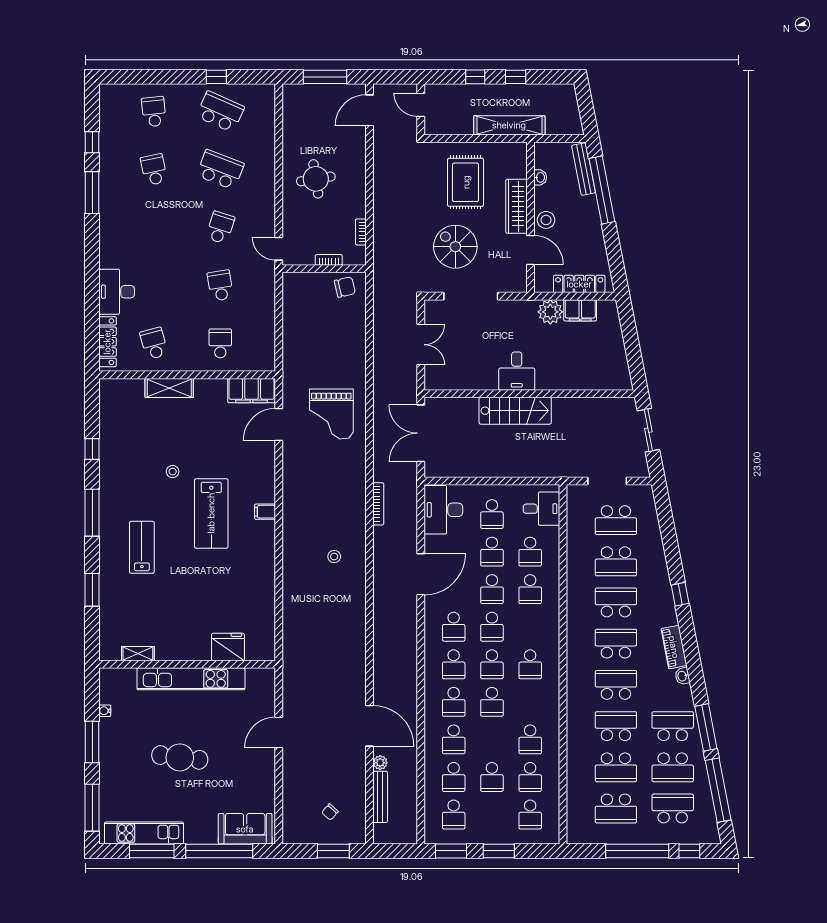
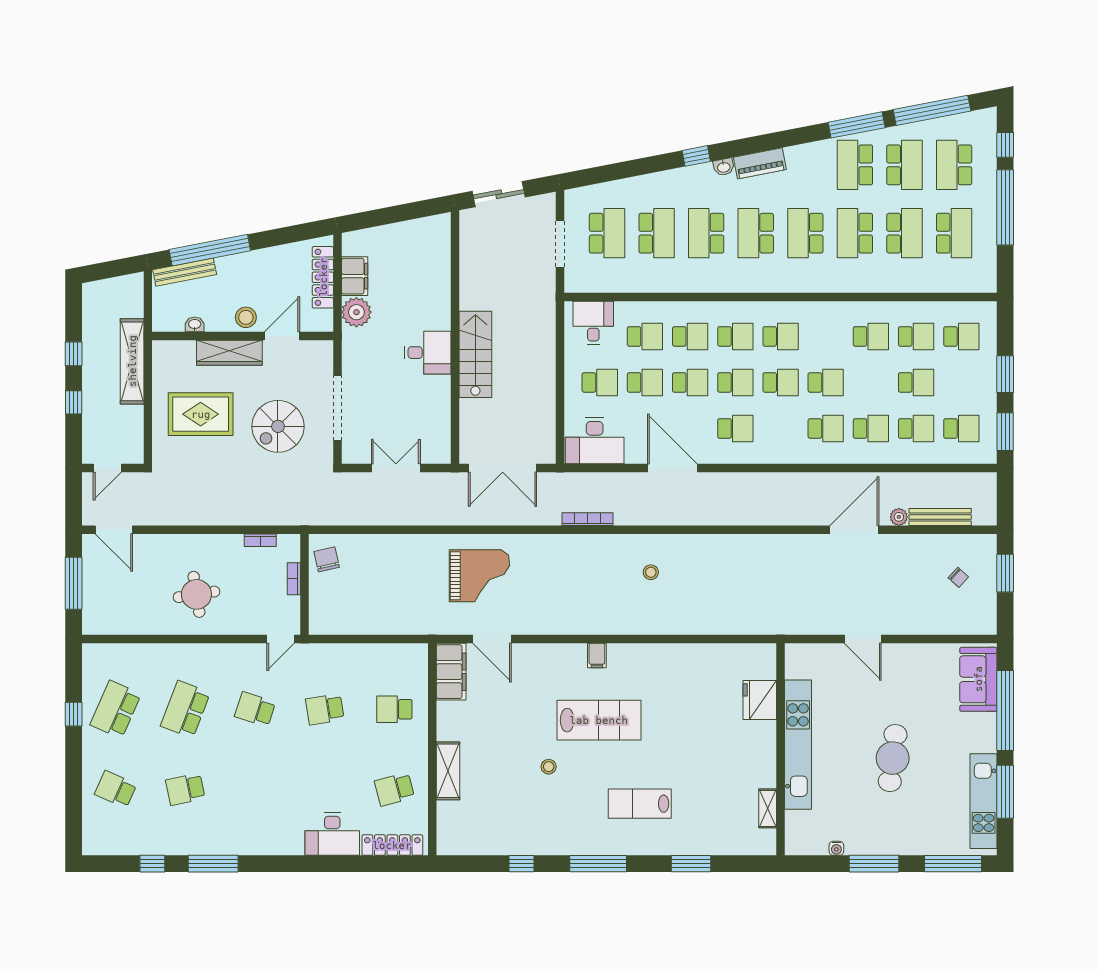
school desk: (154, 112) -> (116, 789), turned 30
school desk: (454, 664) -> (735, 336), moved
washbasin: (682, 676) -> (724, 167), moved

